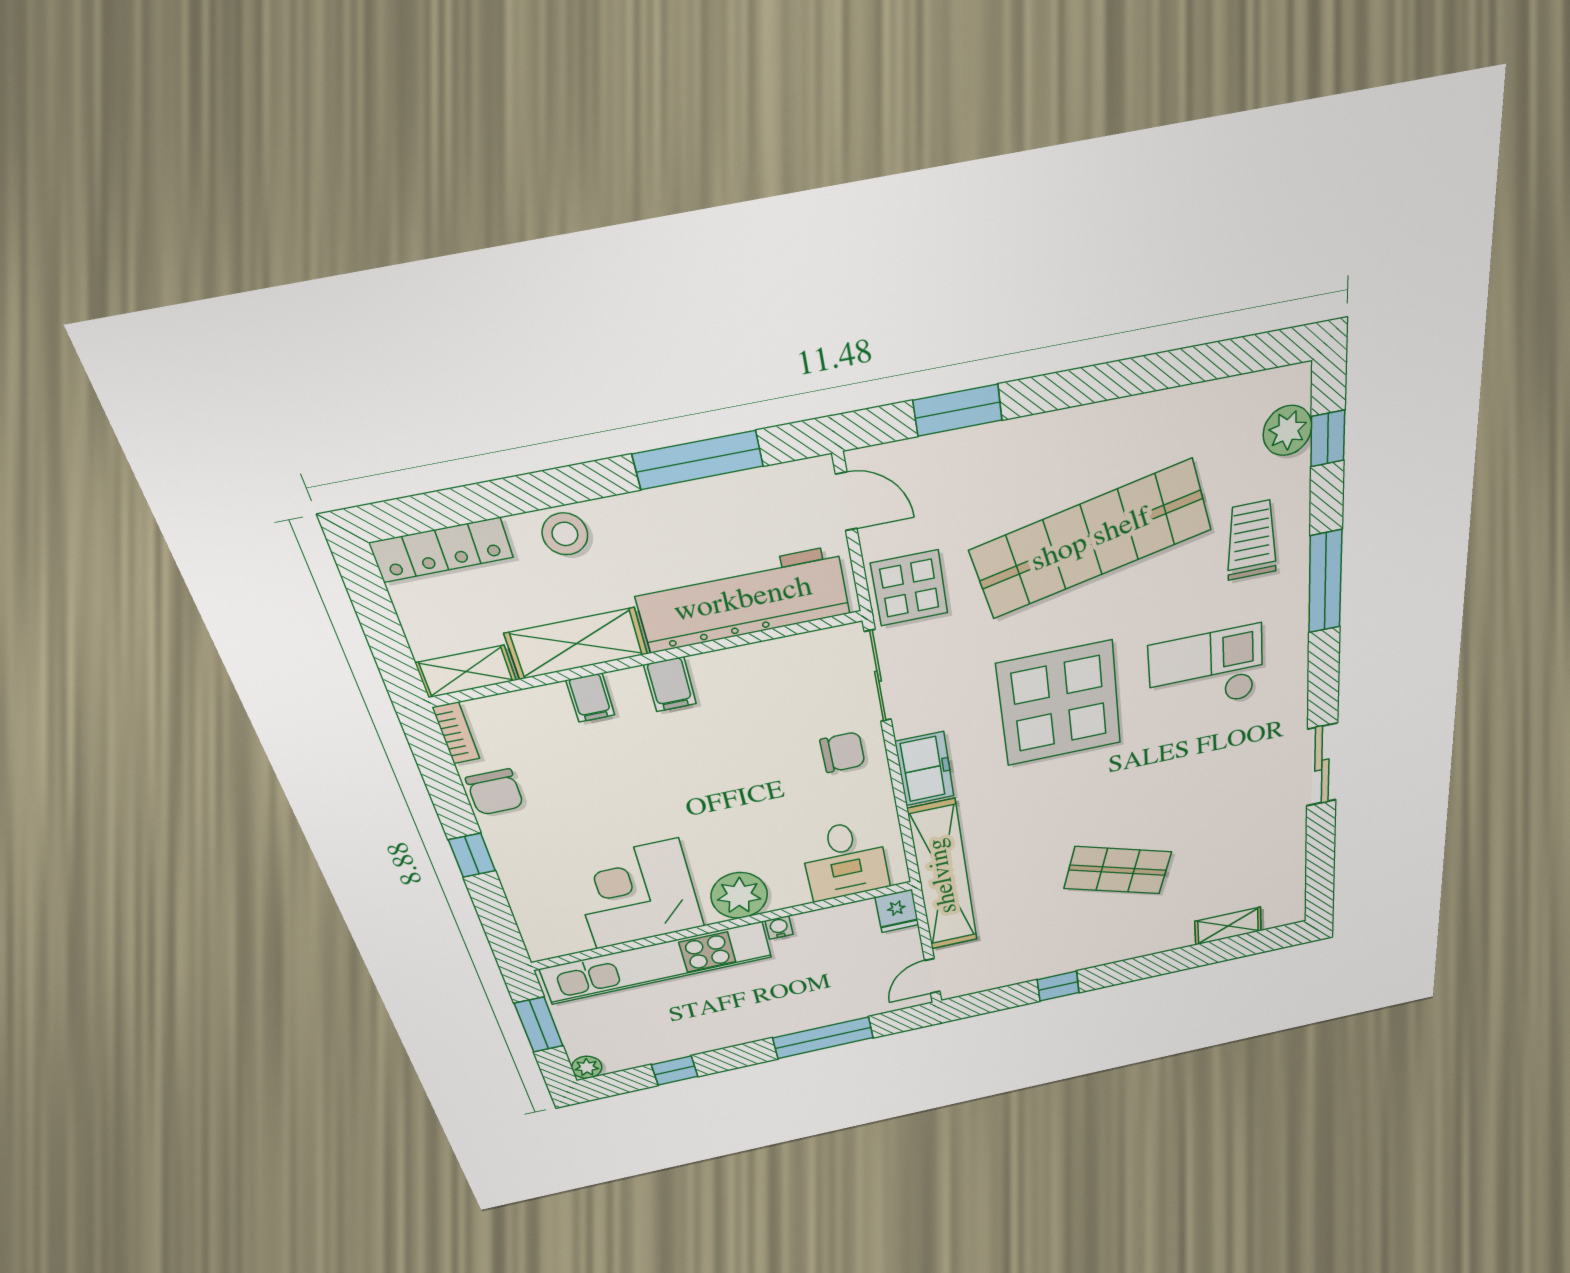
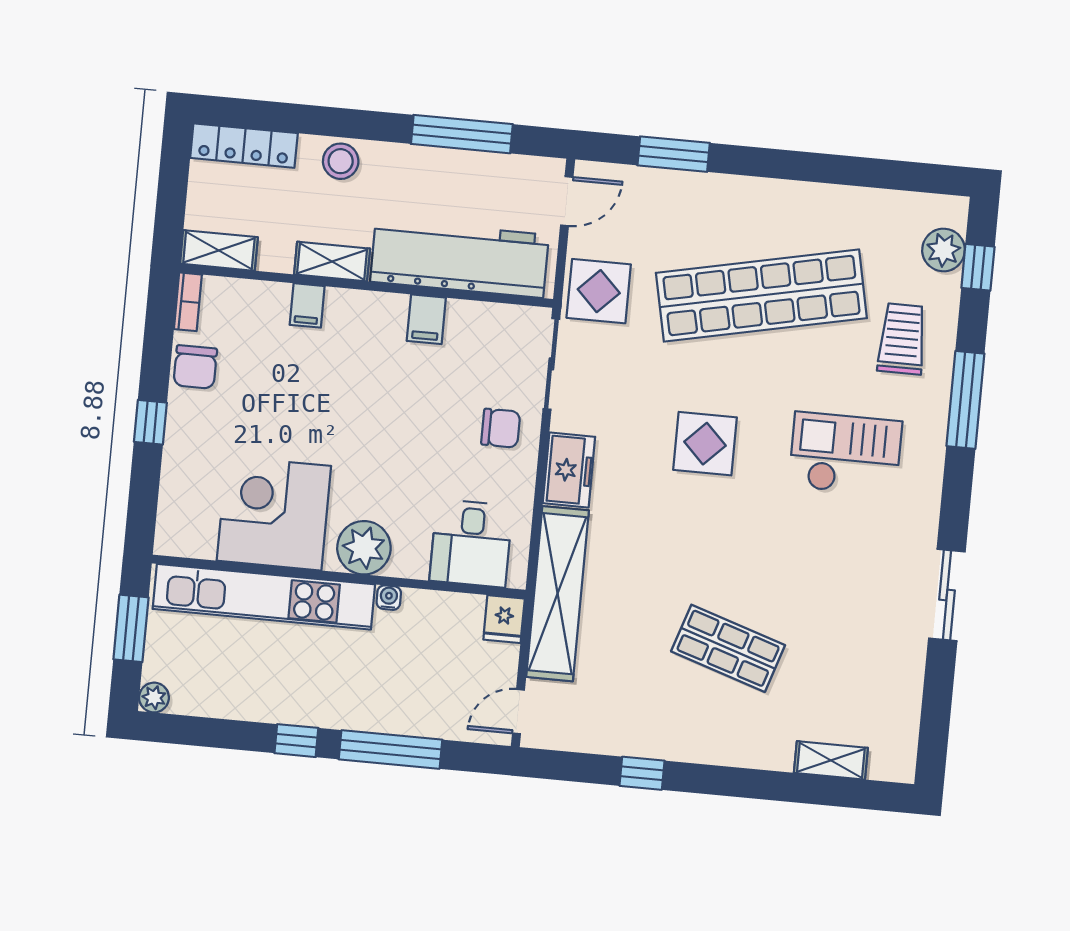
door: (846, 501) -> (567, 201), hinge flipped
shelving: (576, 644) -> (332, 262), width x0.67, depth x0.75
filing cabinet: (670, 684) -> (426, 319), moved
display table: (1059, 704) -> (705, 444), width x0.54, depth x0.54
window: (675, 1071) -> (296, 741), moved

